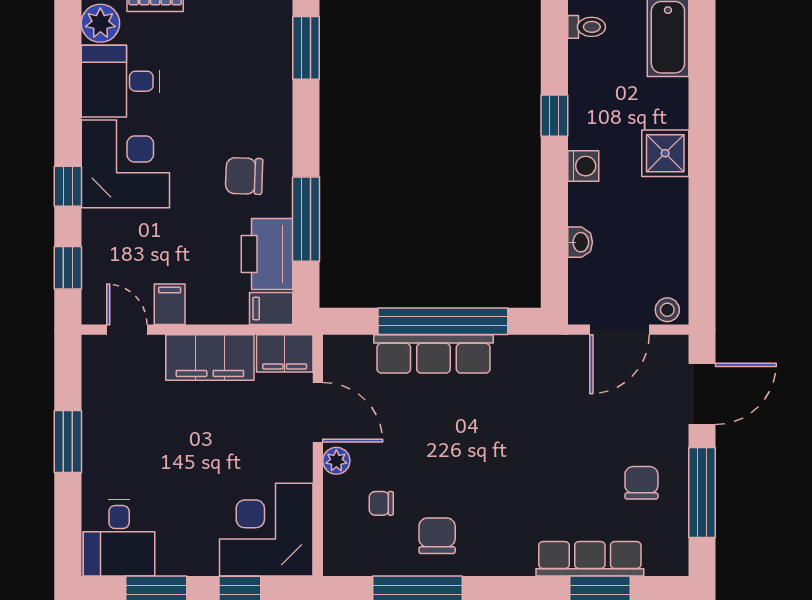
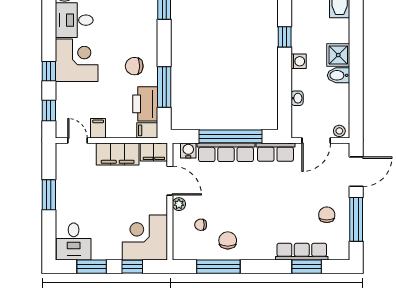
bidet: (666, 195) -> (338, 75), added
water cooler: (356, 350) -> (188, 151), added
row of seats: (536, 354) -> (275, 152), added

